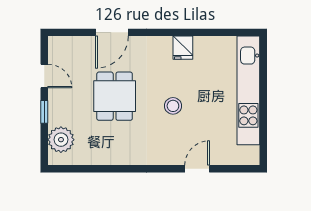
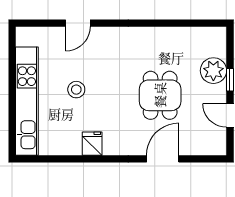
stool: (173, 106) -> (76, 90), moved
plant: (61, 140) -> (213, 71), moved

